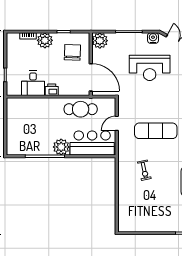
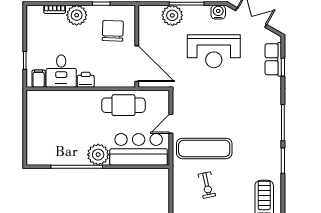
plant: (100, 41) -> (172, 15), moved
filing cabinet: (16, 89) -> (39, 79), added
exercise mat: (156, 131) -> (204, 148), moved

